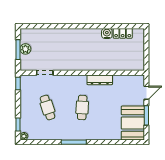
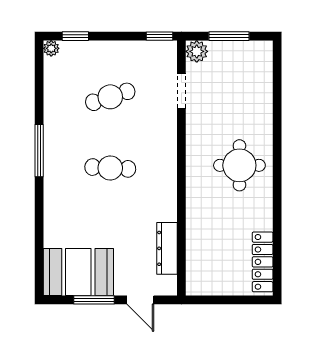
water cooler: (107, 33) -> (262, 219), removed
locker: (123, 33) -> (263, 262), width x1.53
round table: (81, 45) -> (239, 165), added
plant: (25, 49) -> (197, 51), moved
dresser: (100, 80) -> (167, 248), moved

